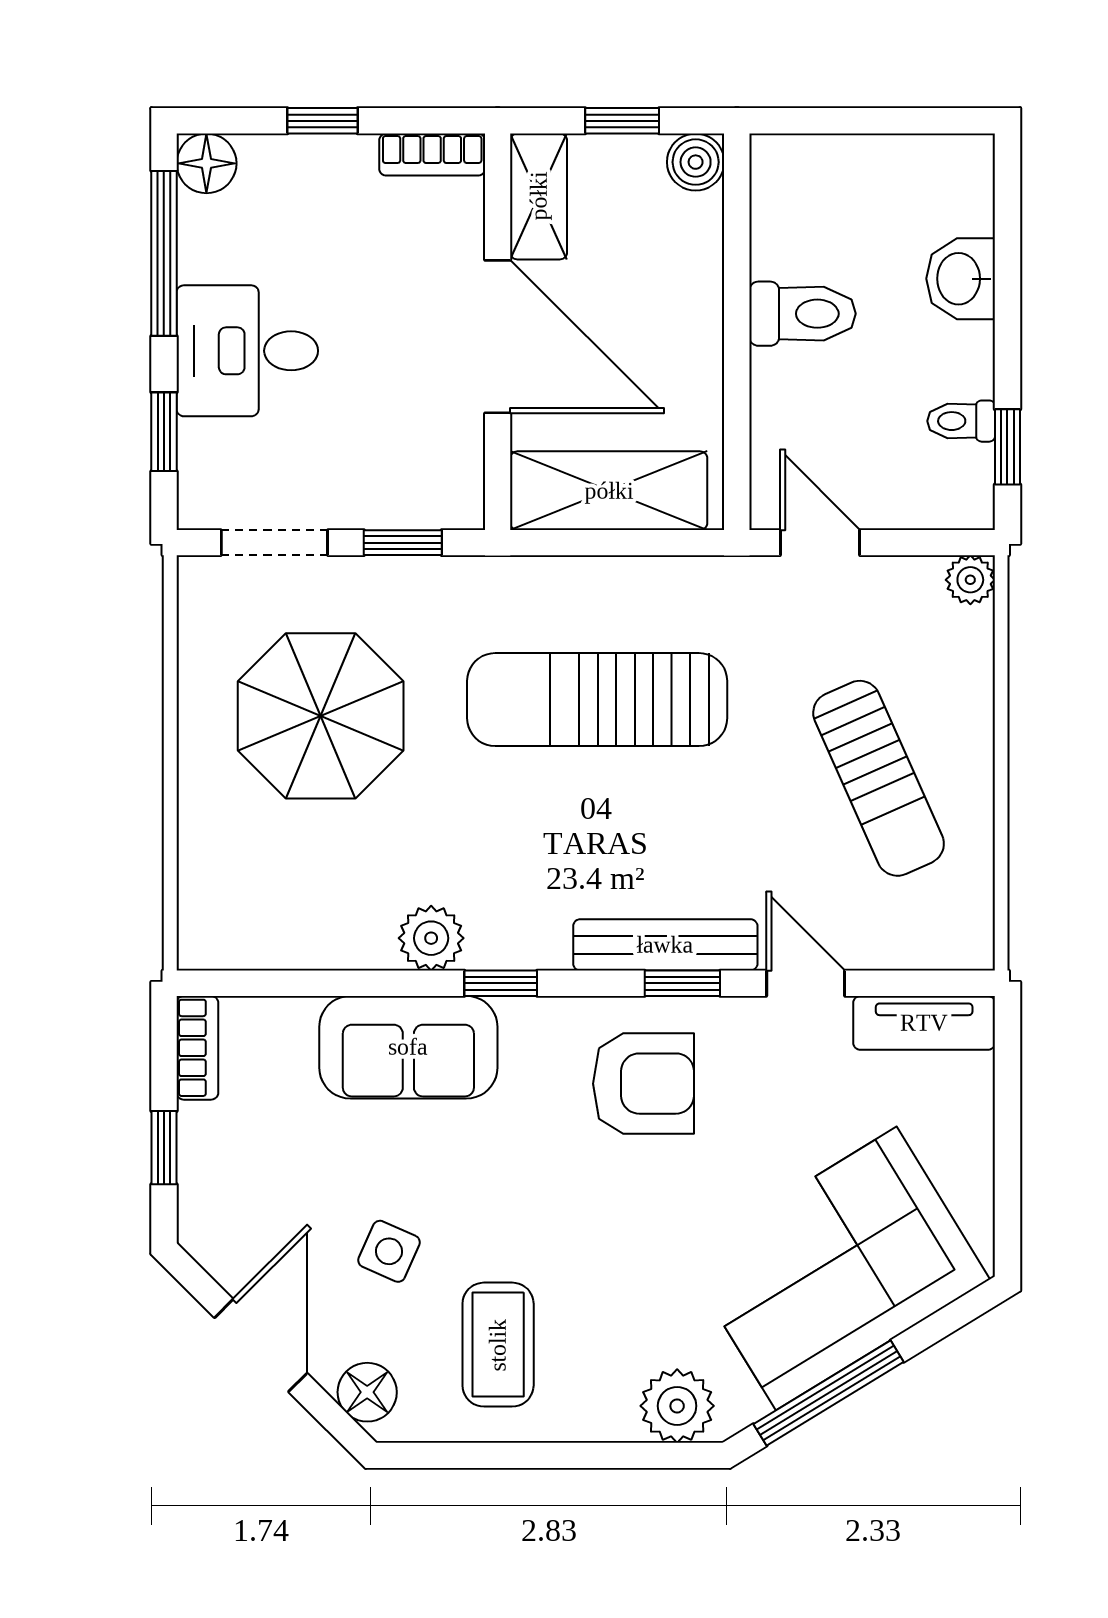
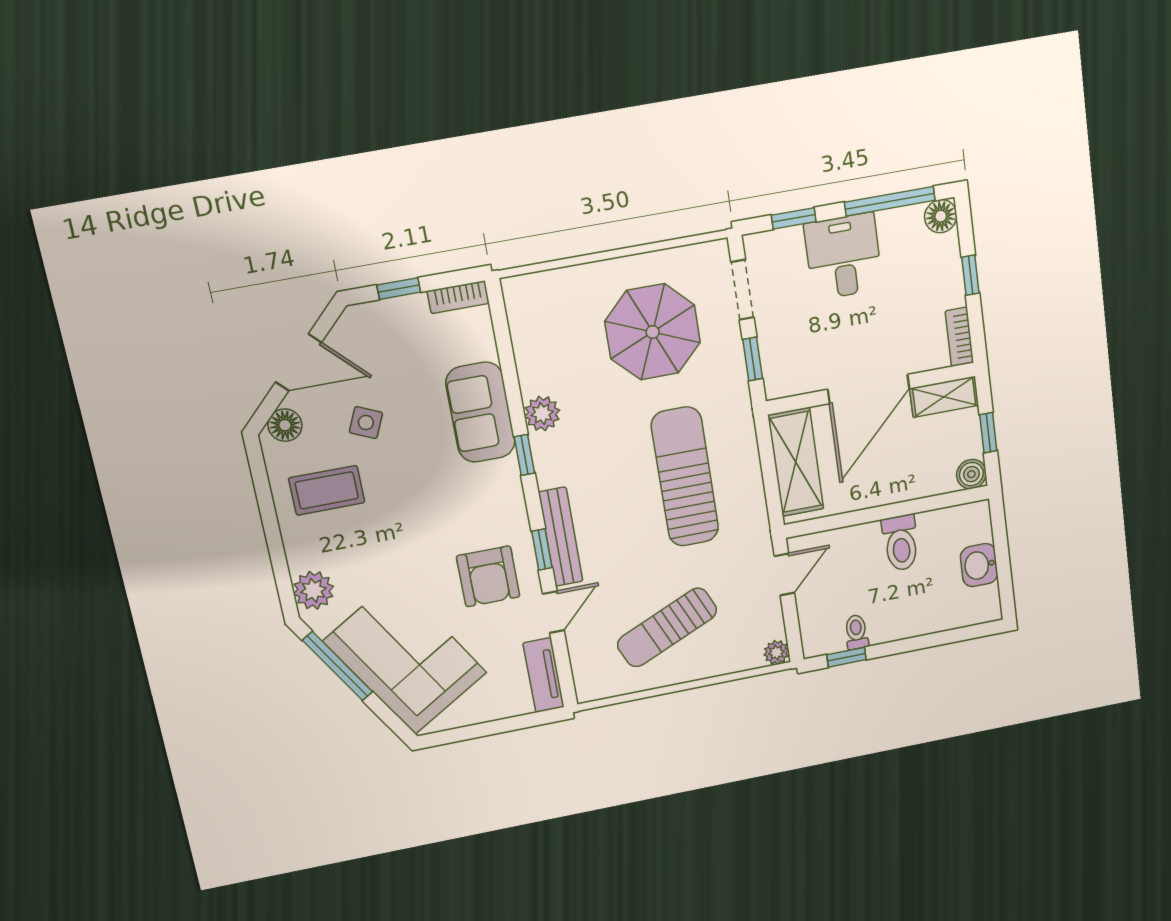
washbasin: (961, 279) -> (979, 565), moved, turned -90
armchair: (643, 1084) -> (488, 576), moved

